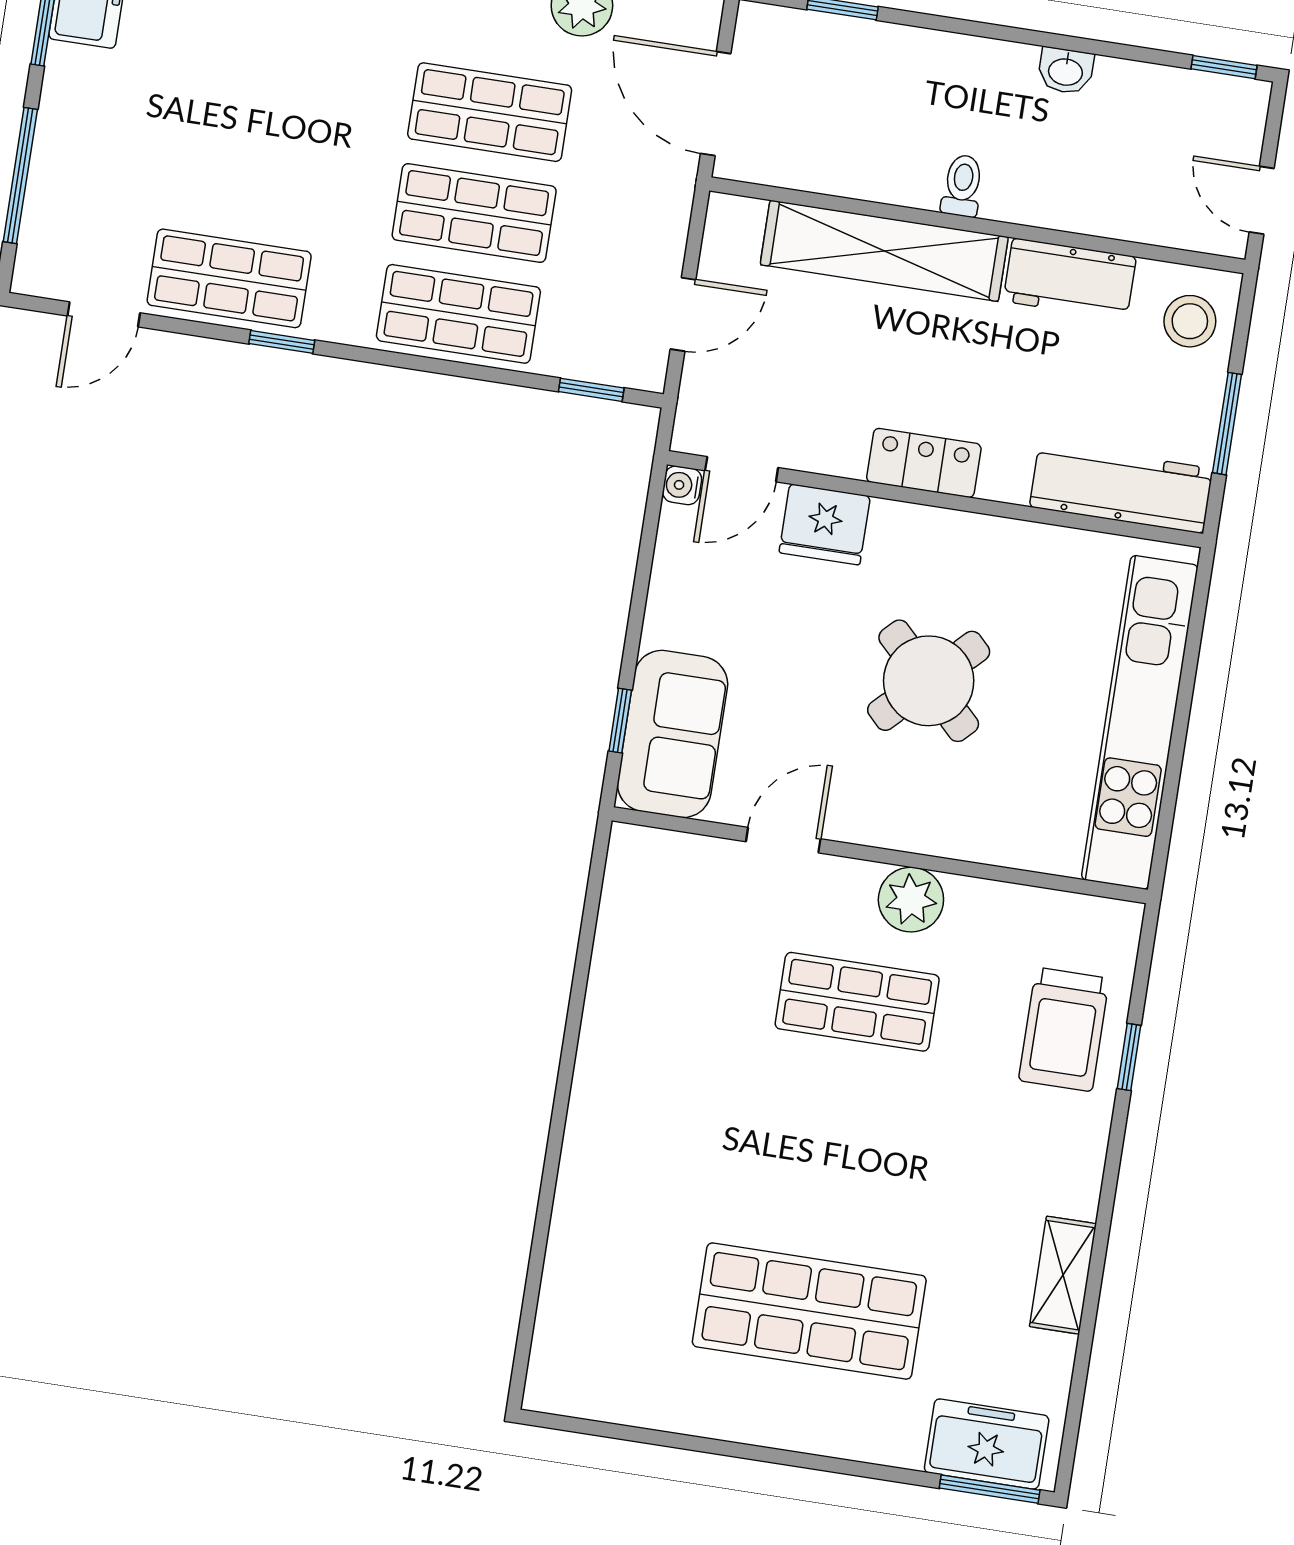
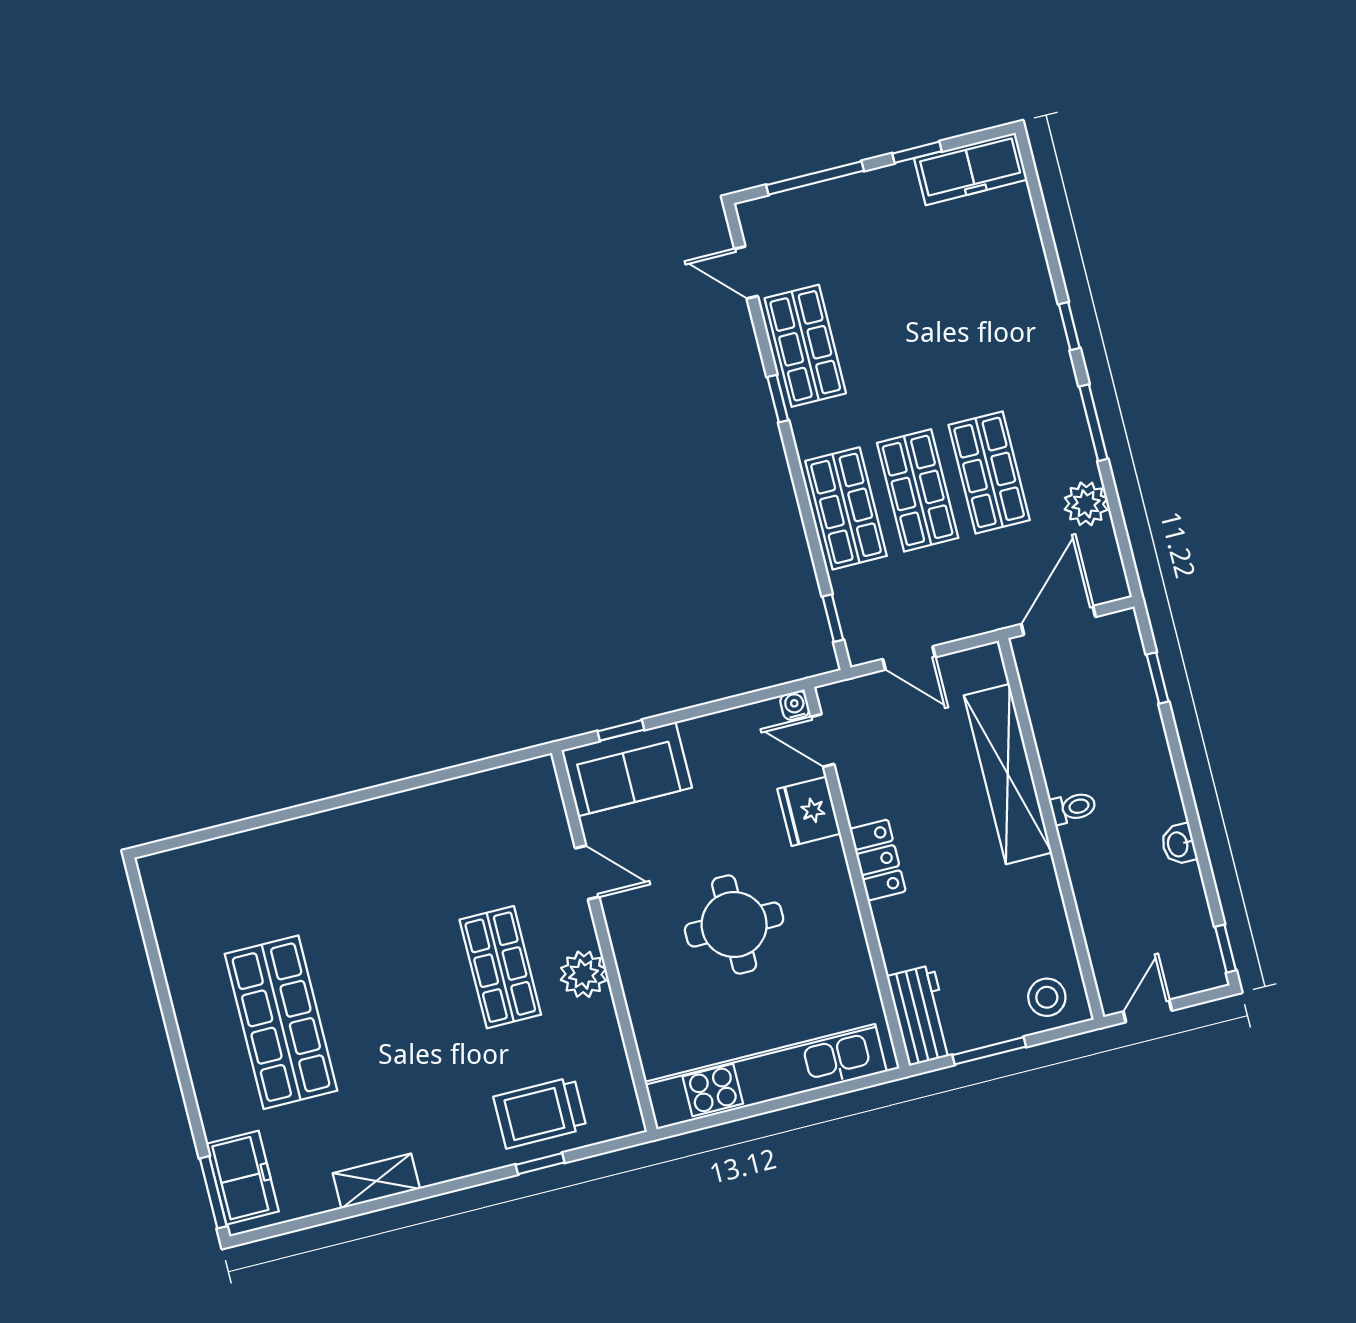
workbench: (1070, 279) -> (1041, 905), removed
workbench: (1121, 488) -> (921, 1015), width x0.73
round table: (929, 681) -> (734, 925), turned 45

